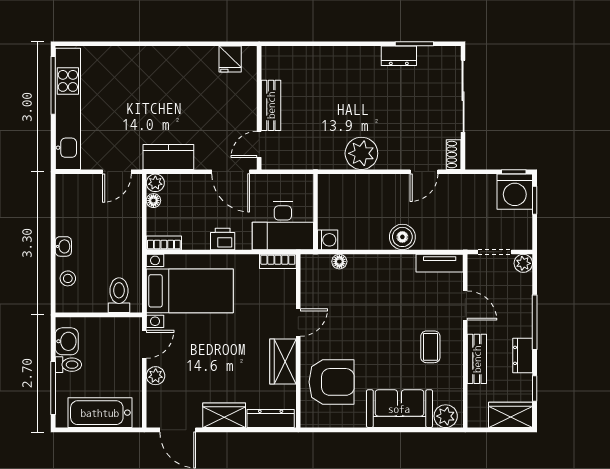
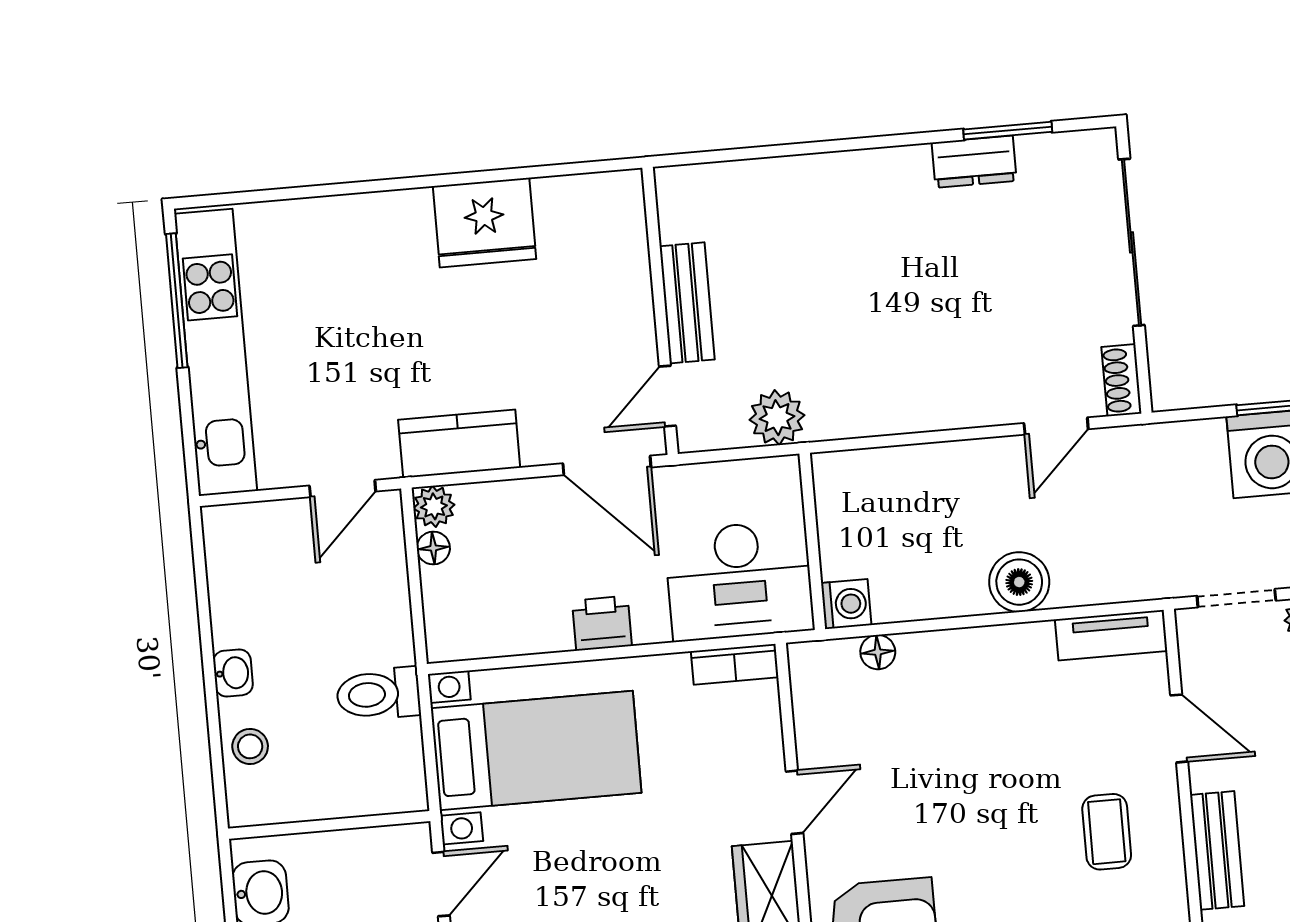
fridge: (230, 59) -> (485, 223), moved, width x1.88, depth x1.34
plant: (361, 153) -> (777, 418), moved, width x0.73, depth x0.73
bookcase: (164, 243) -> (466, 644), removed
toilet: (119, 295) -> (378, 694), moved, turned -90

